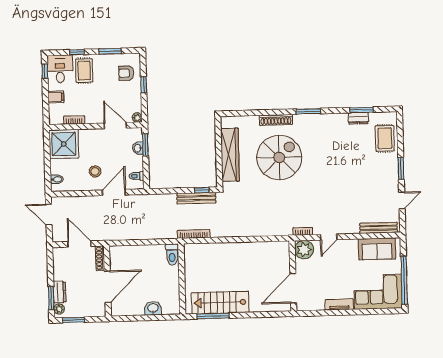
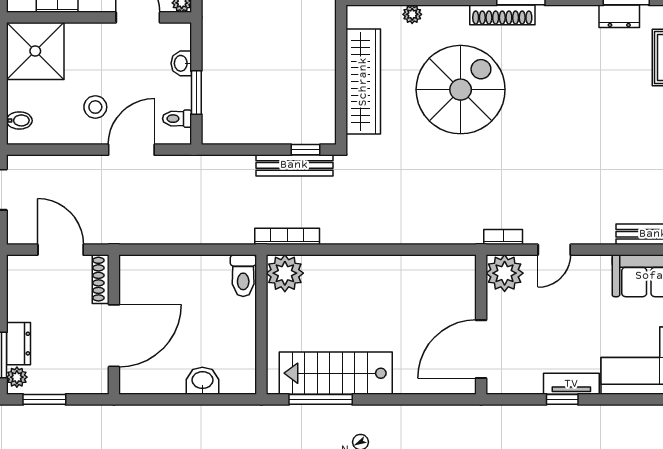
plant: (254, 120) -> (412, 14), added
shoe rack: (276, 120) -> (502, 15), moved
window: (145, 145) -> (196, 93), moved
plant: (193, 253) -> (285, 273), added
window: (335, 313) -> (562, 399), added

